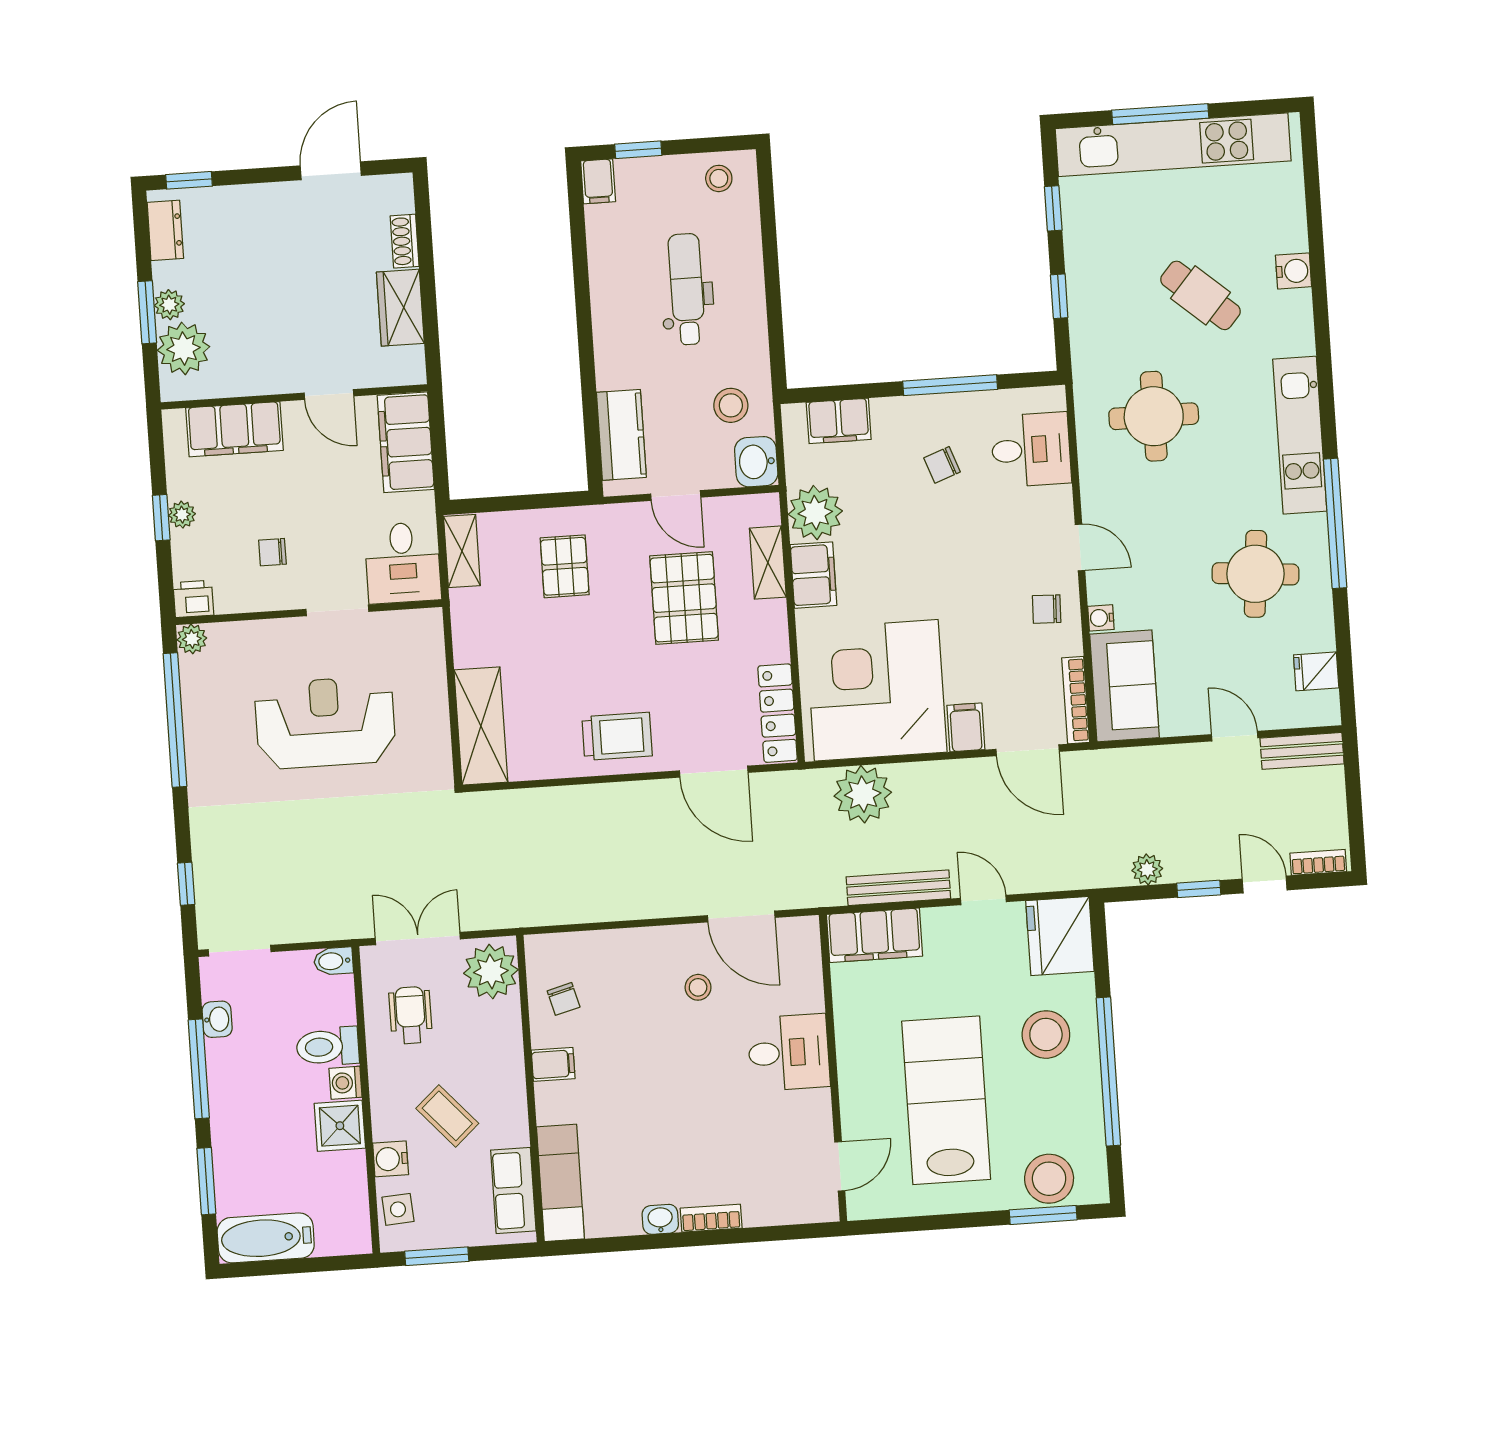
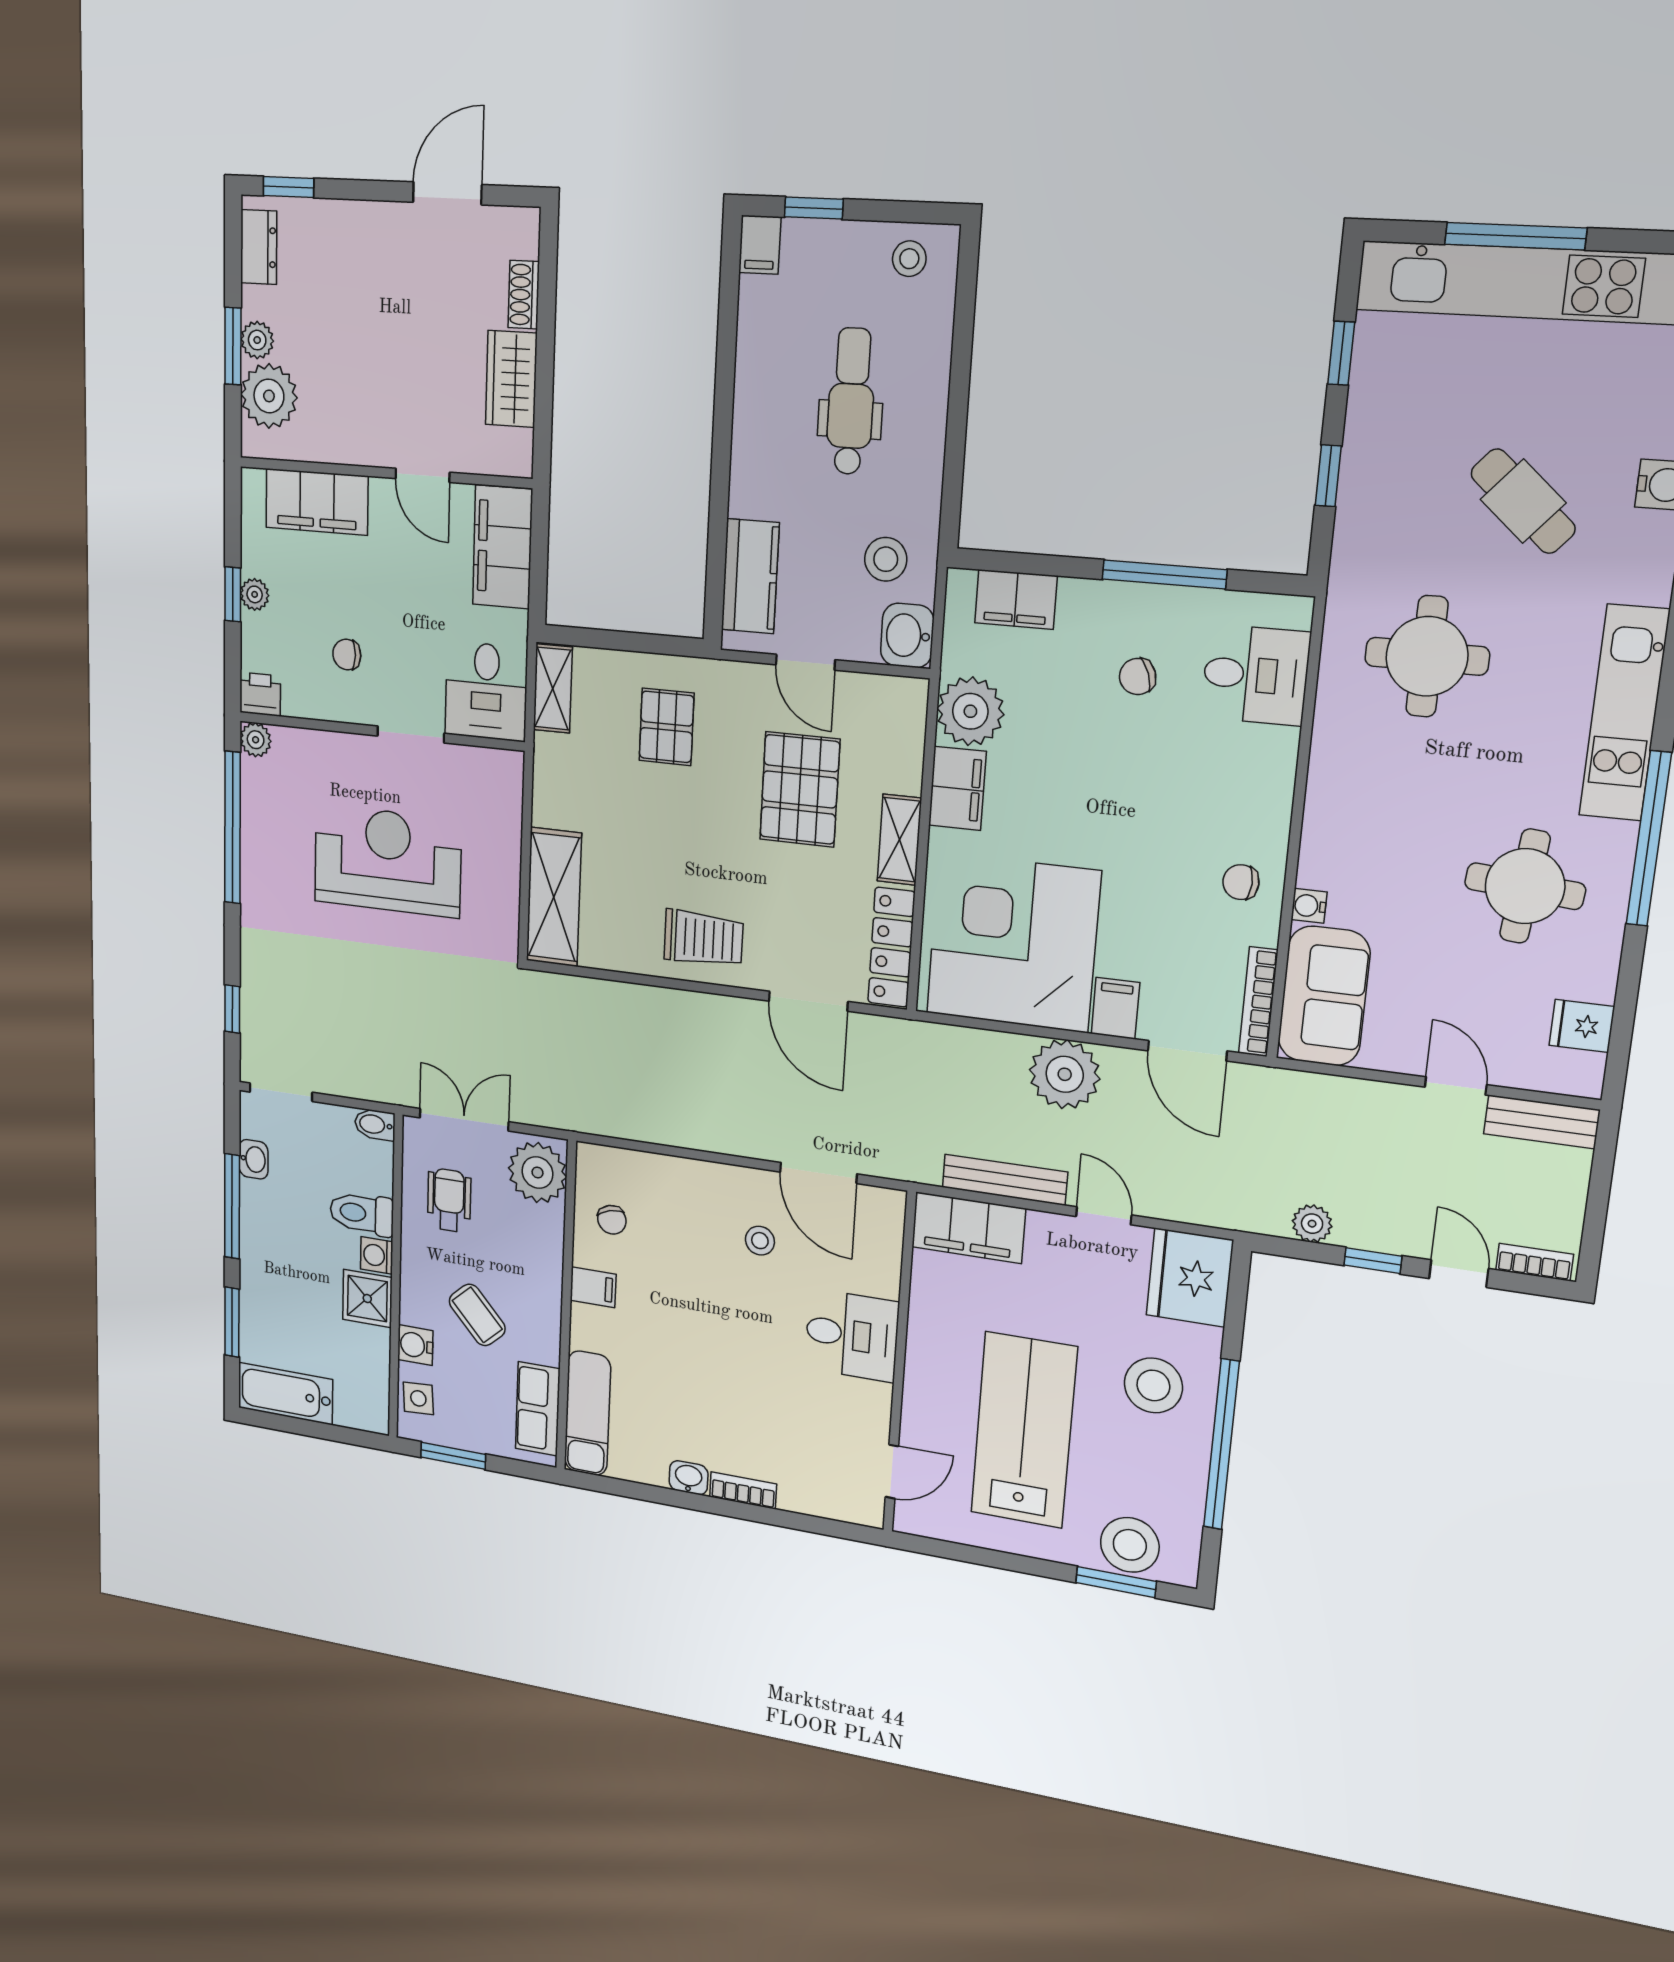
door: (1080, 548) -> (1298, 812), removed
shelving: (768, 563) -> (899, 840), moved
plant: (863, 794) -> (1065, 1074), moved

